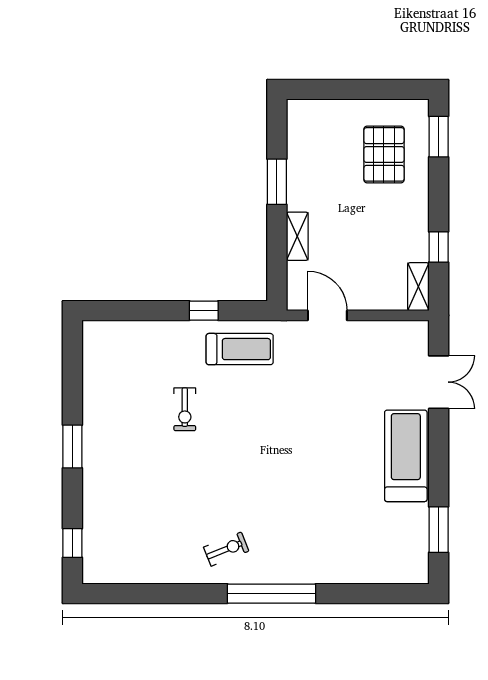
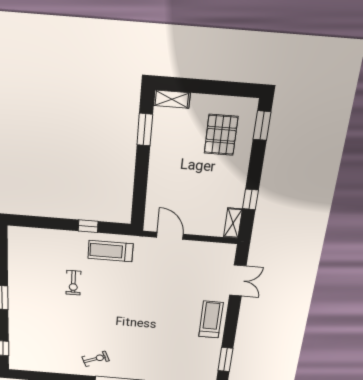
window: (277, 182) -> (145, 130), moved
shelving: (297, 236) -> (172, 99), moved, turned 90
treadmill: (240, 349) -> (111, 251), turned 180
treadmill: (406, 456) -> (211, 320), width x0.73, depth x0.73

